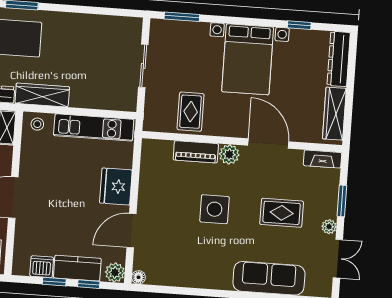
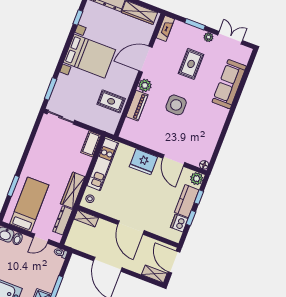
sliding door: (143, 66) -> (61, 117), moved
cot: (119, 101) -> (91, 144), added

